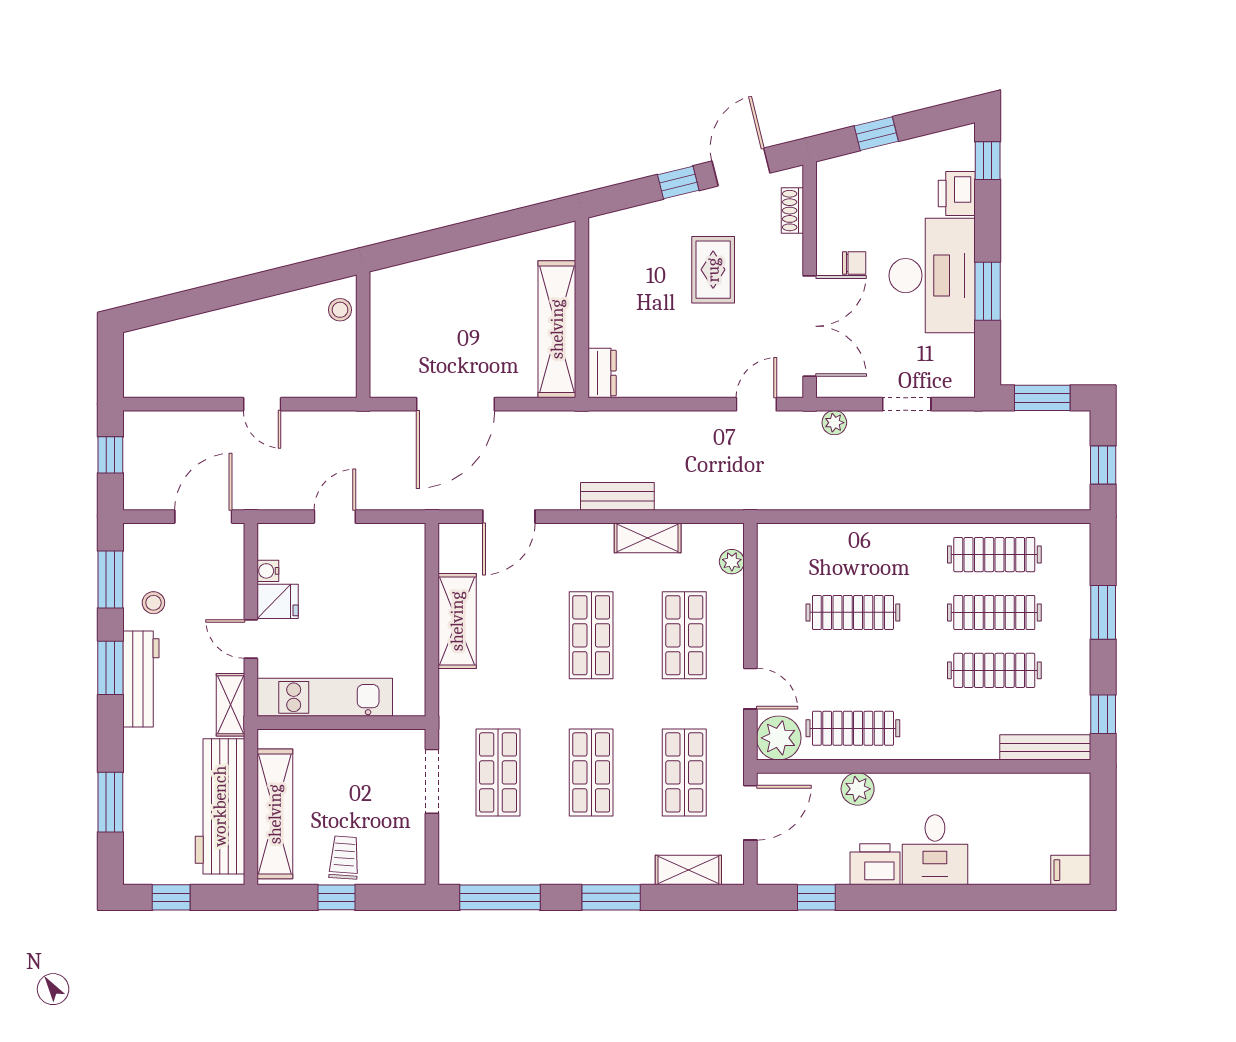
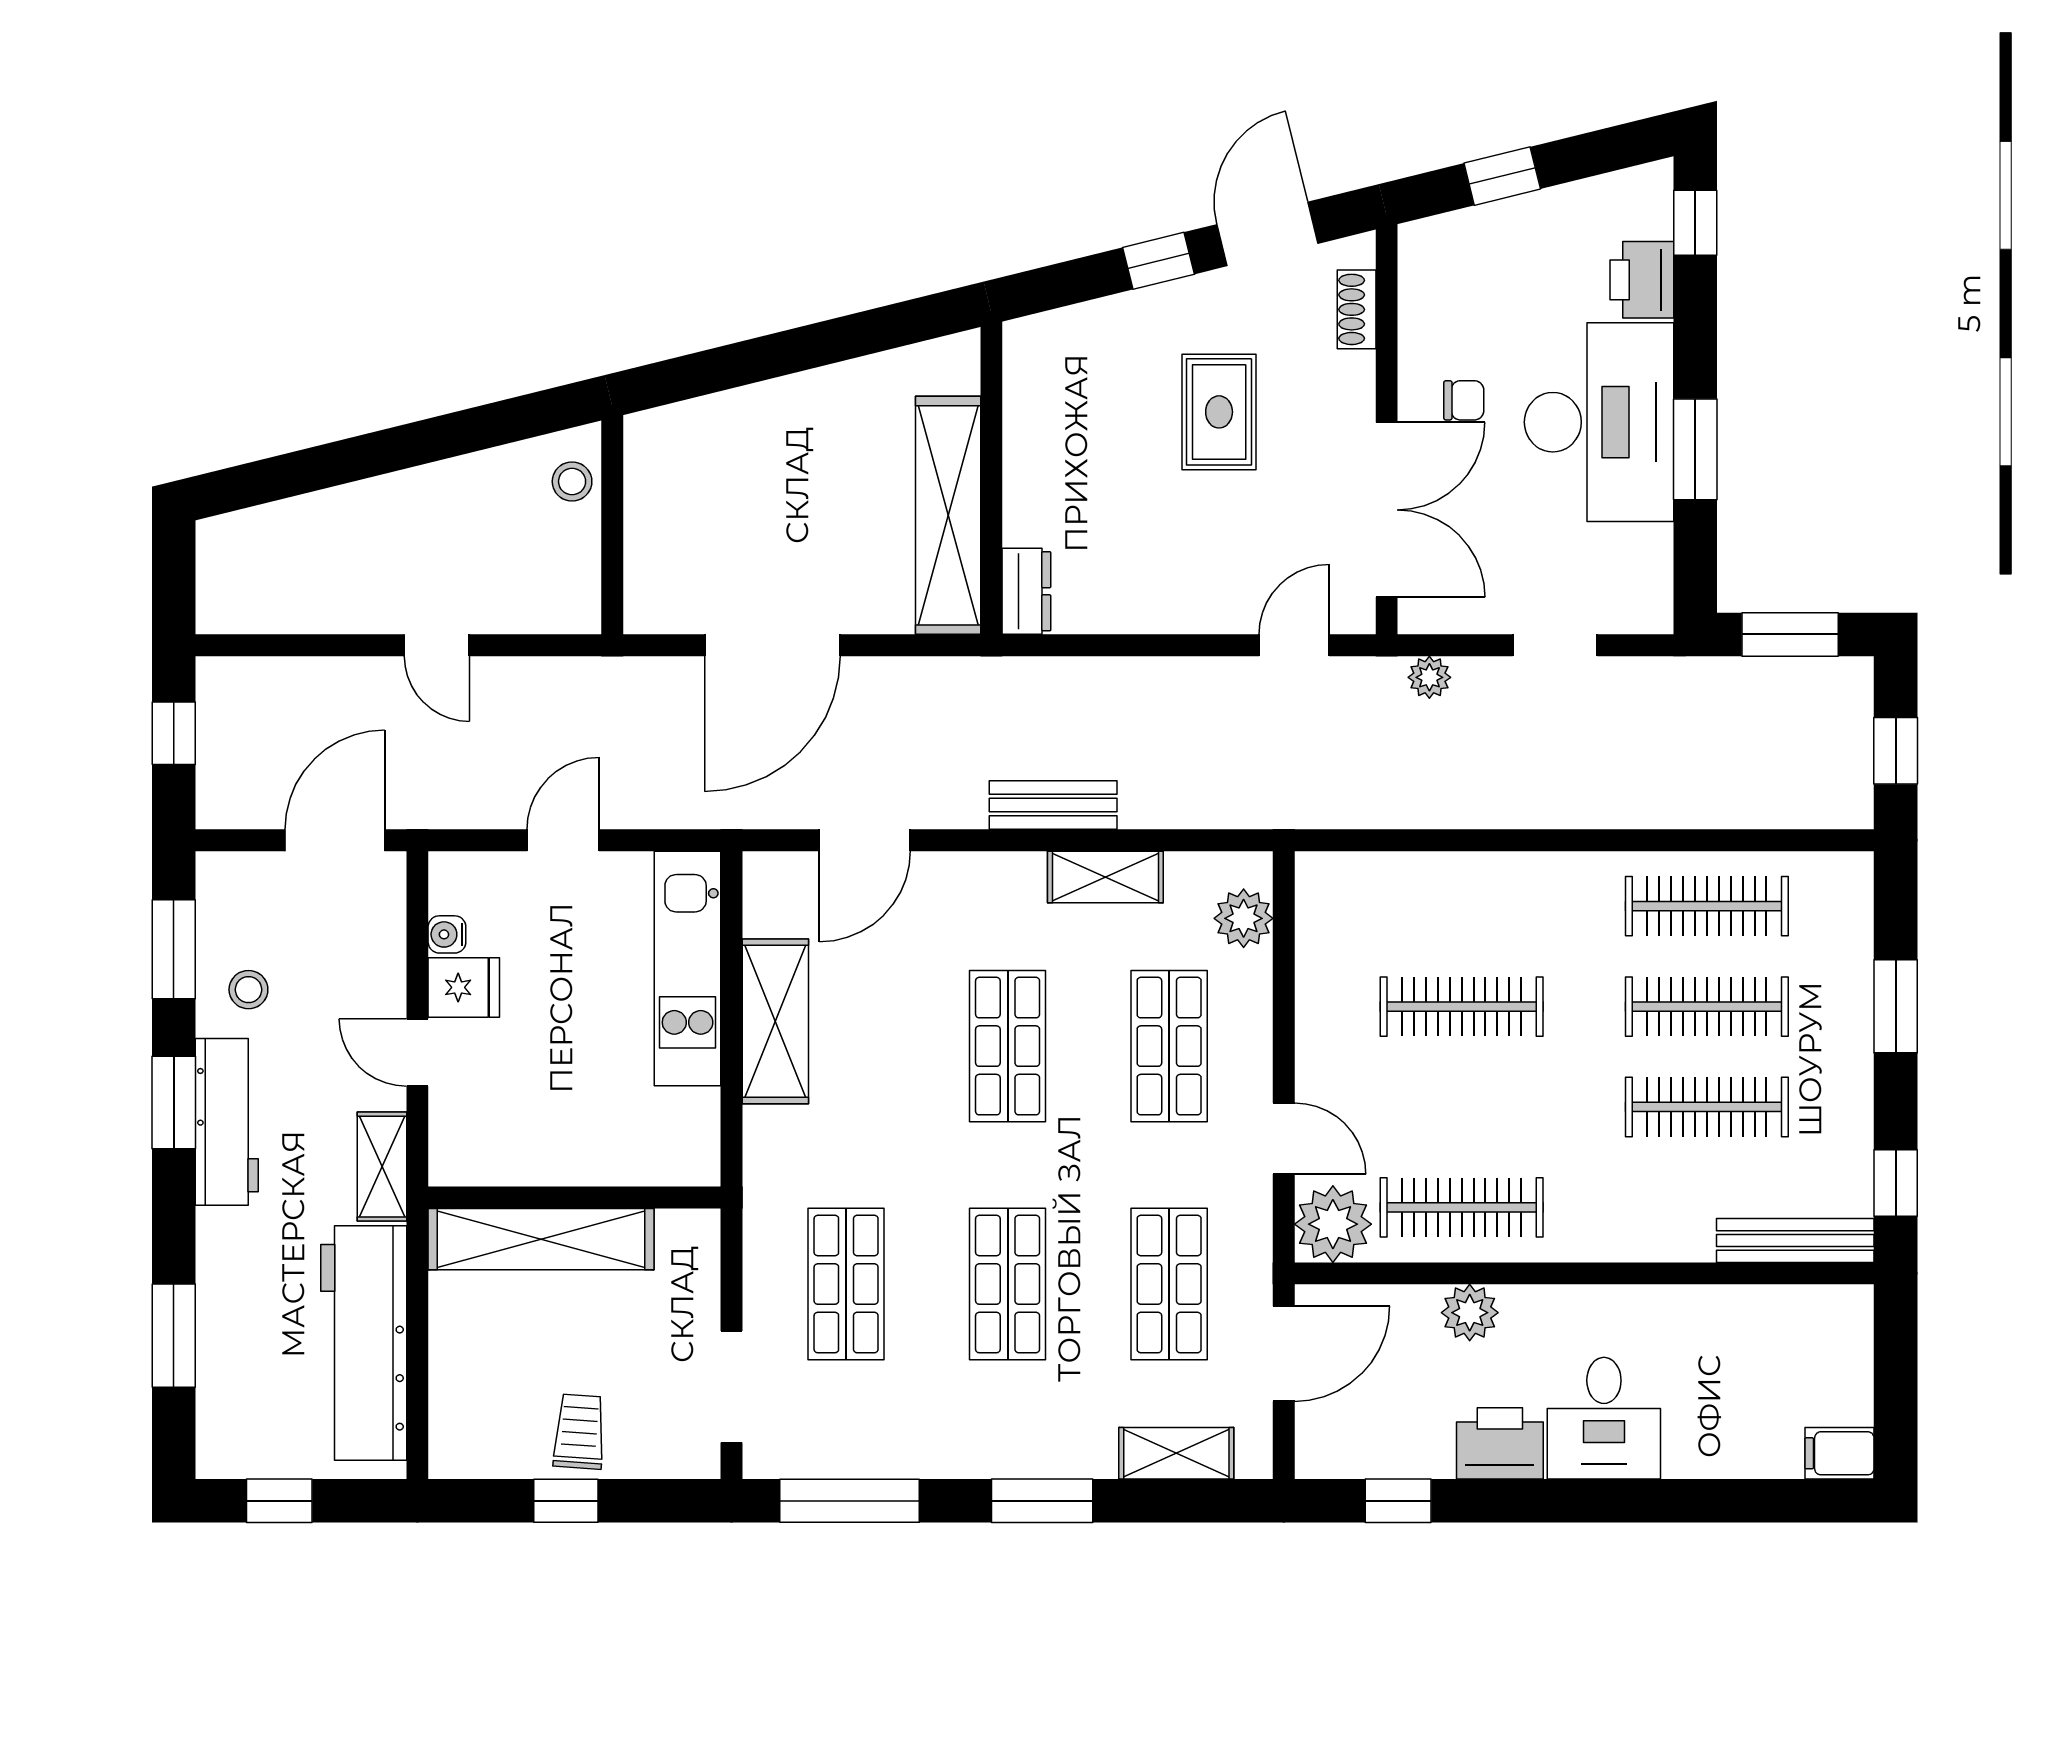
plant: (732, 562) -> (1244, 918), width x1.38, depth x1.38
kitchen unit: (325, 697) -> (688, 968), moved, turned -90
doorway: (432, 781) -> (731, 1387), moved
shelving: (275, 814) -> (541, 1239), moved, turned 90

